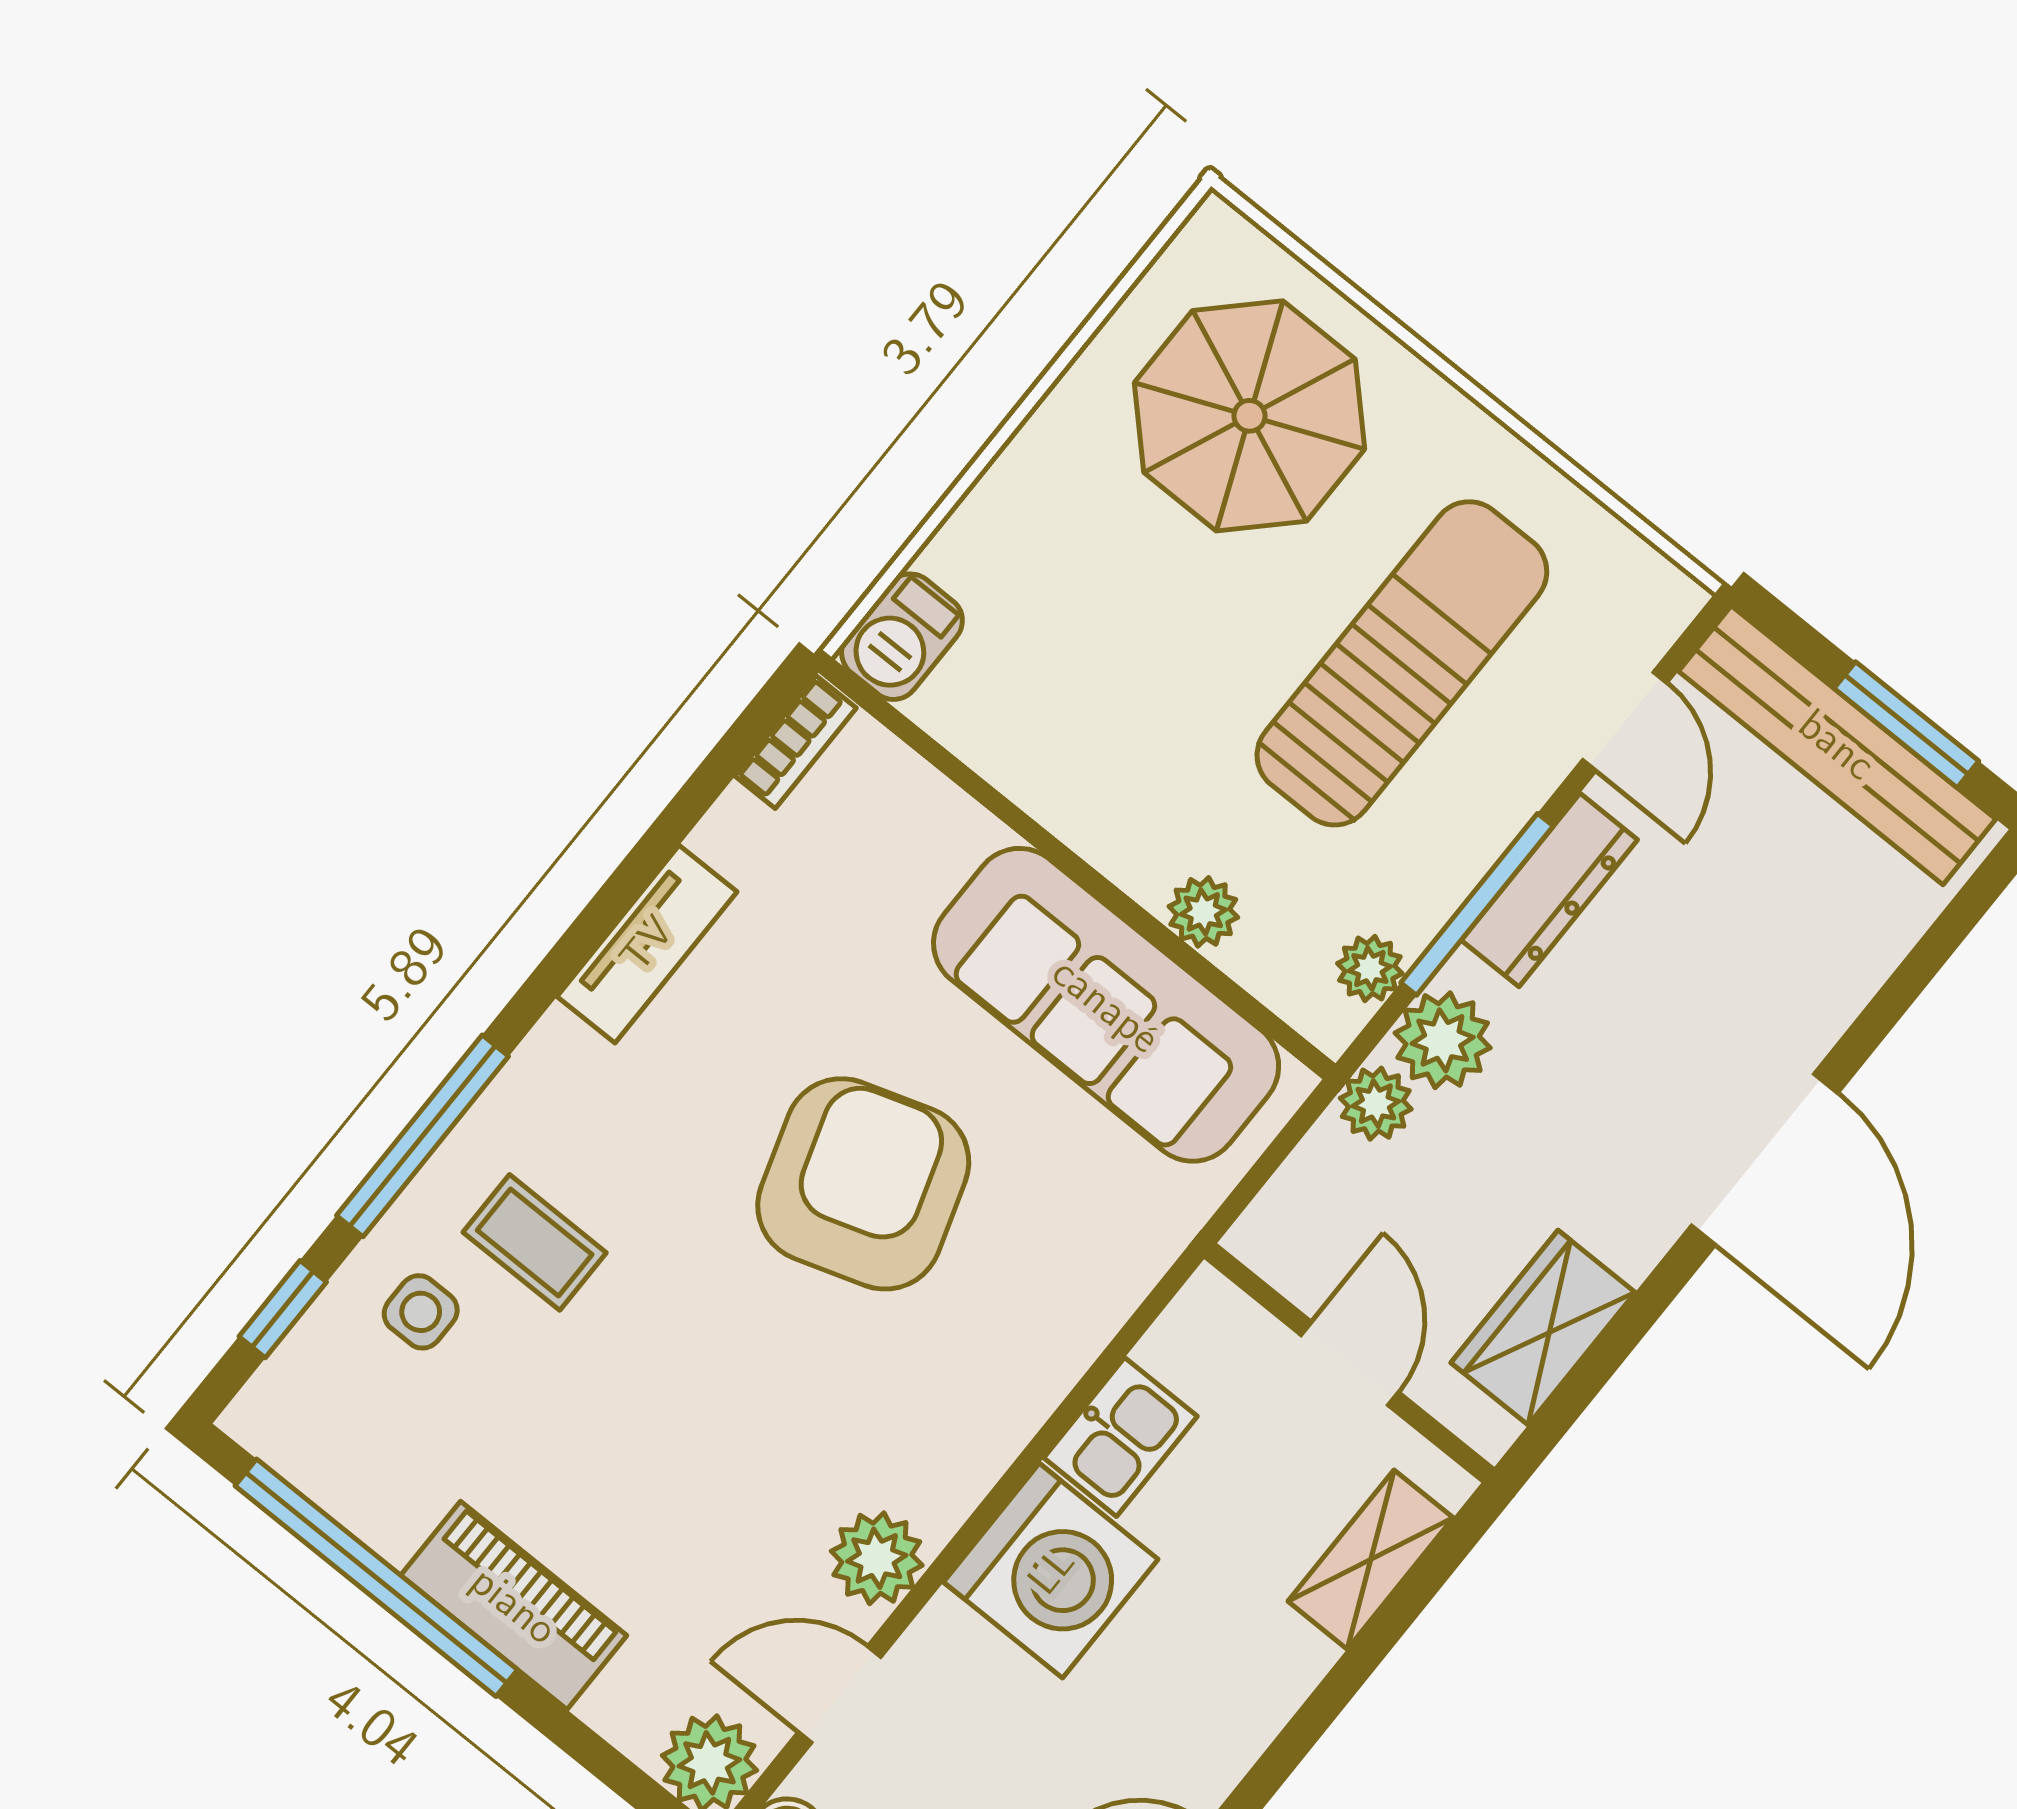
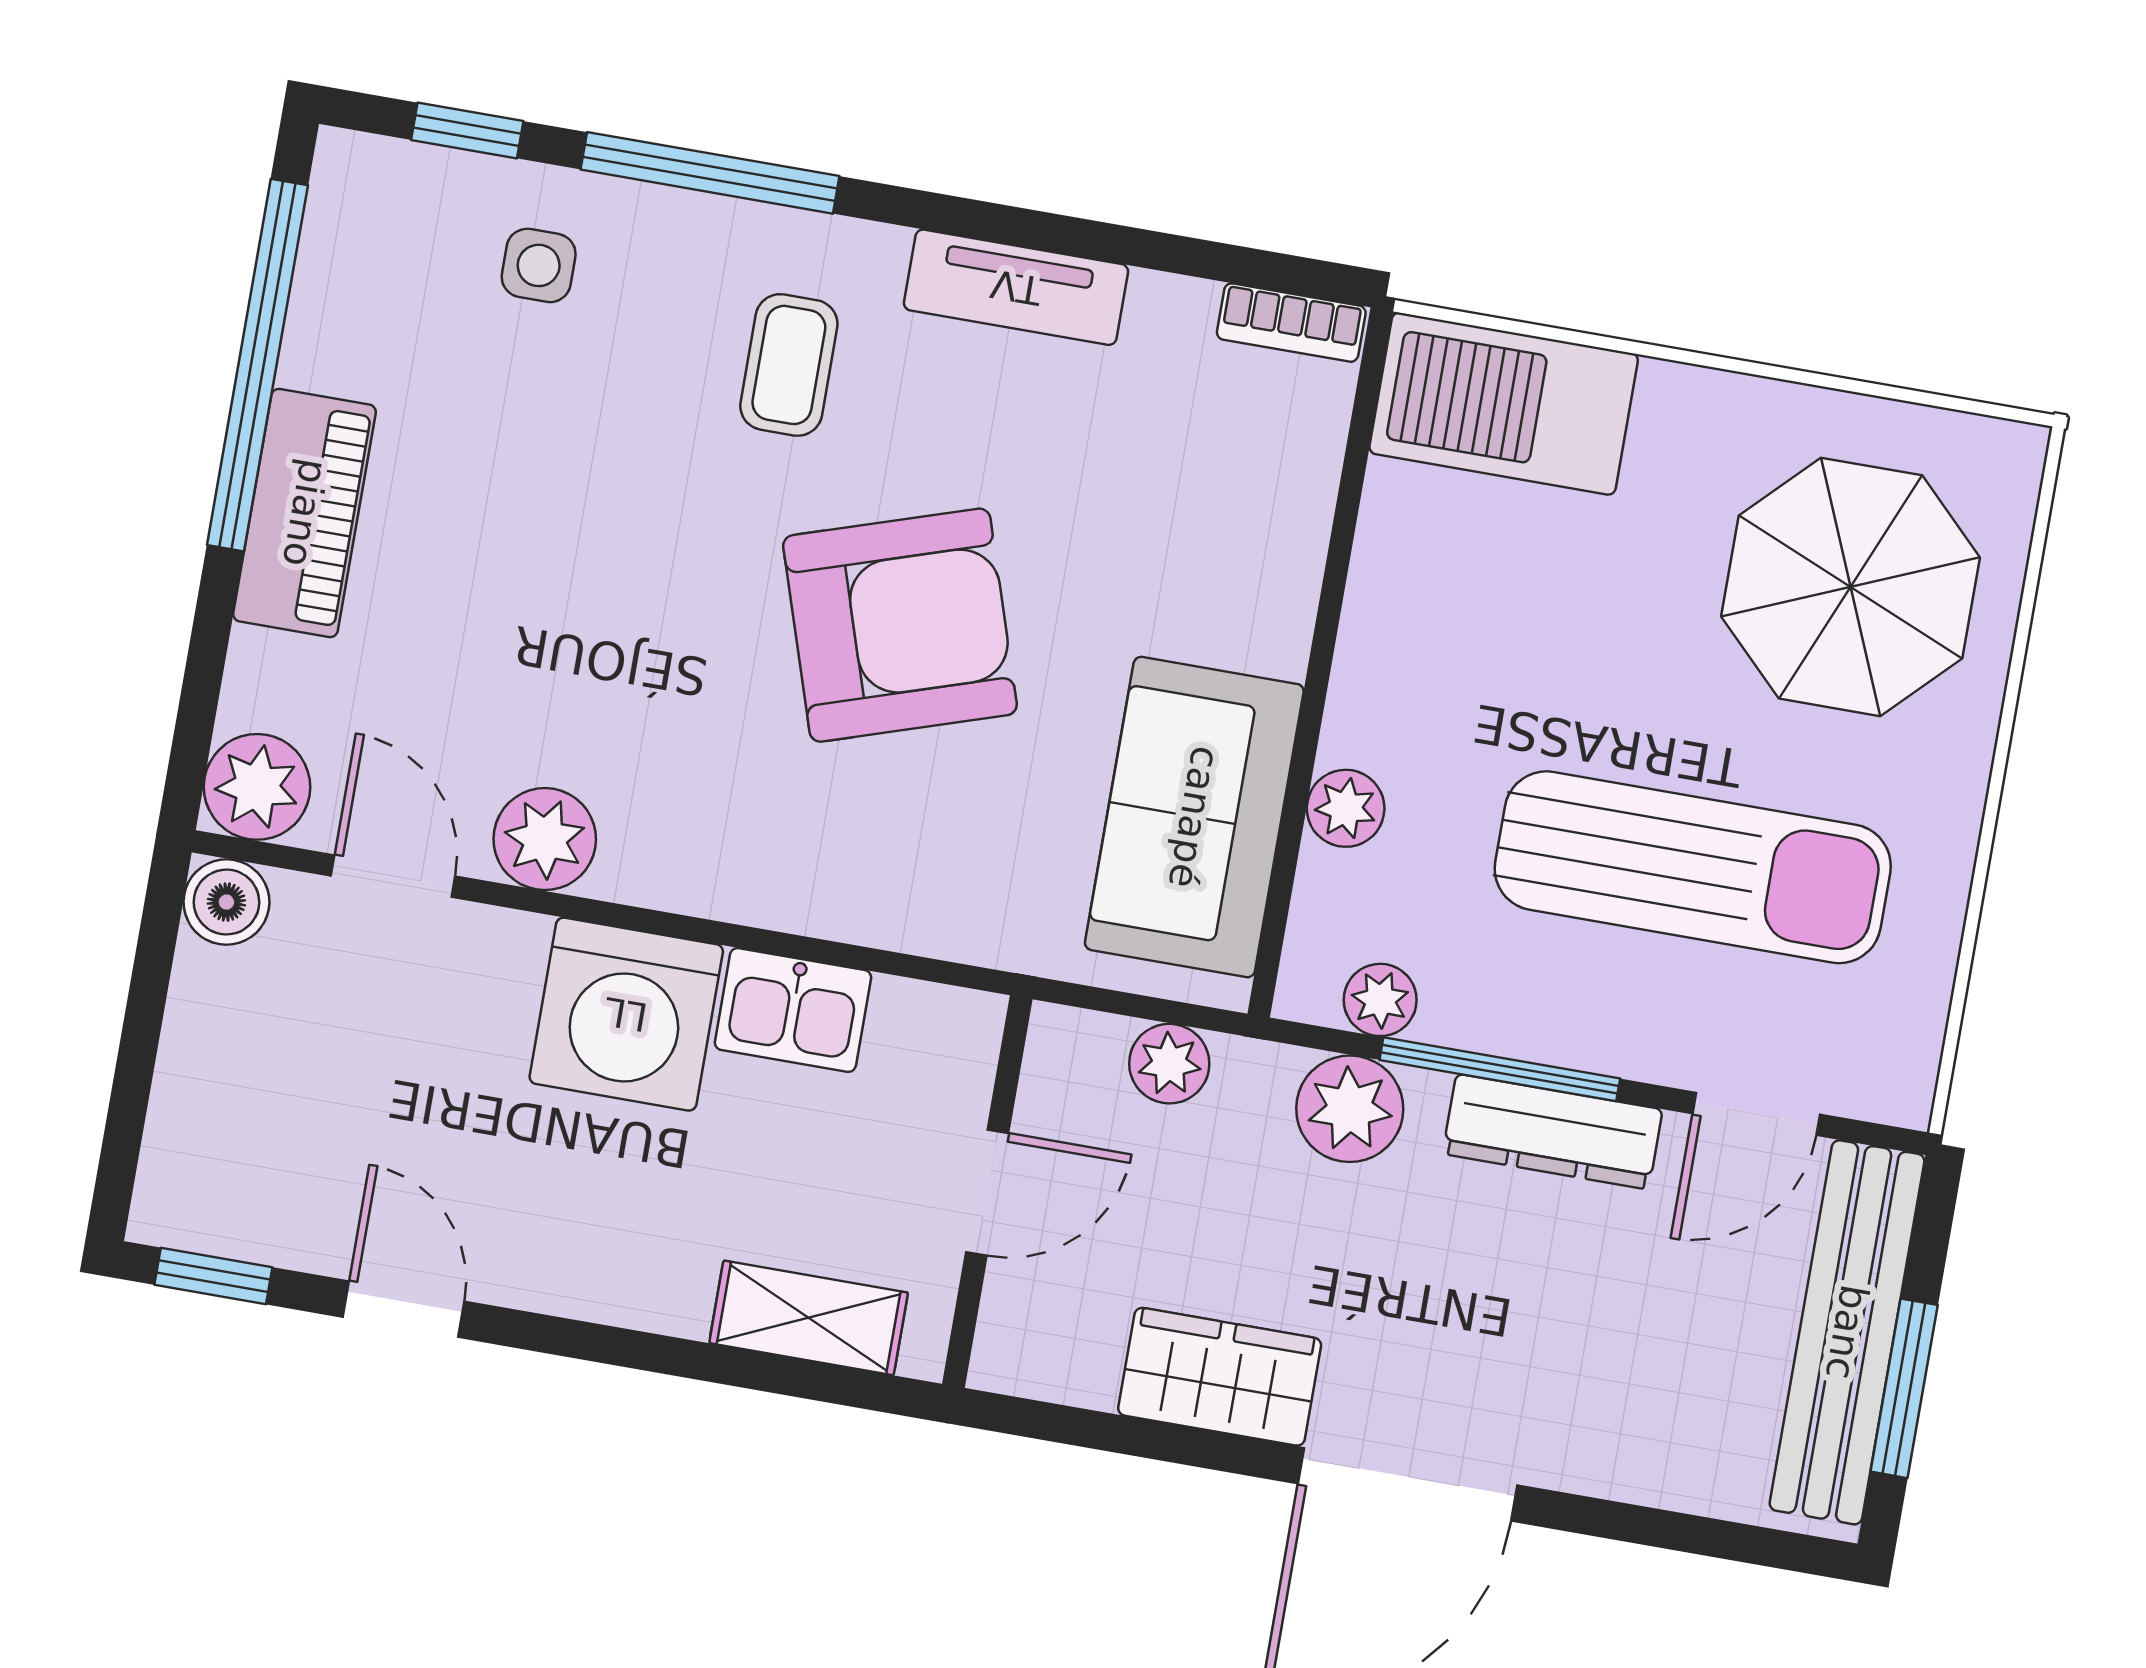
barbecue: (902, 637) -> (1504, 404), width x1.88, depth x1.53
sofa: (1106, 1005) -> (1194, 817), width x0.73
plant: (1376, 1104) -> (1169, 1064), moved
coffee table: (535, 1242) -> (789, 365), moved
wardrobe: (1543, 1328) -> (1220, 1377), moved

